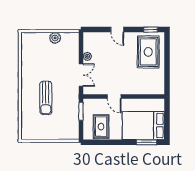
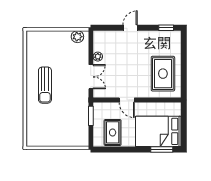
door: (117, 30) -> (130, 28), swing flipped
plant: (55, 38) -> (77, 37), moved
rug: (148, 52) -> (163, 74), moved
sun lounger: (46, 98) -> (45, 85), moved

